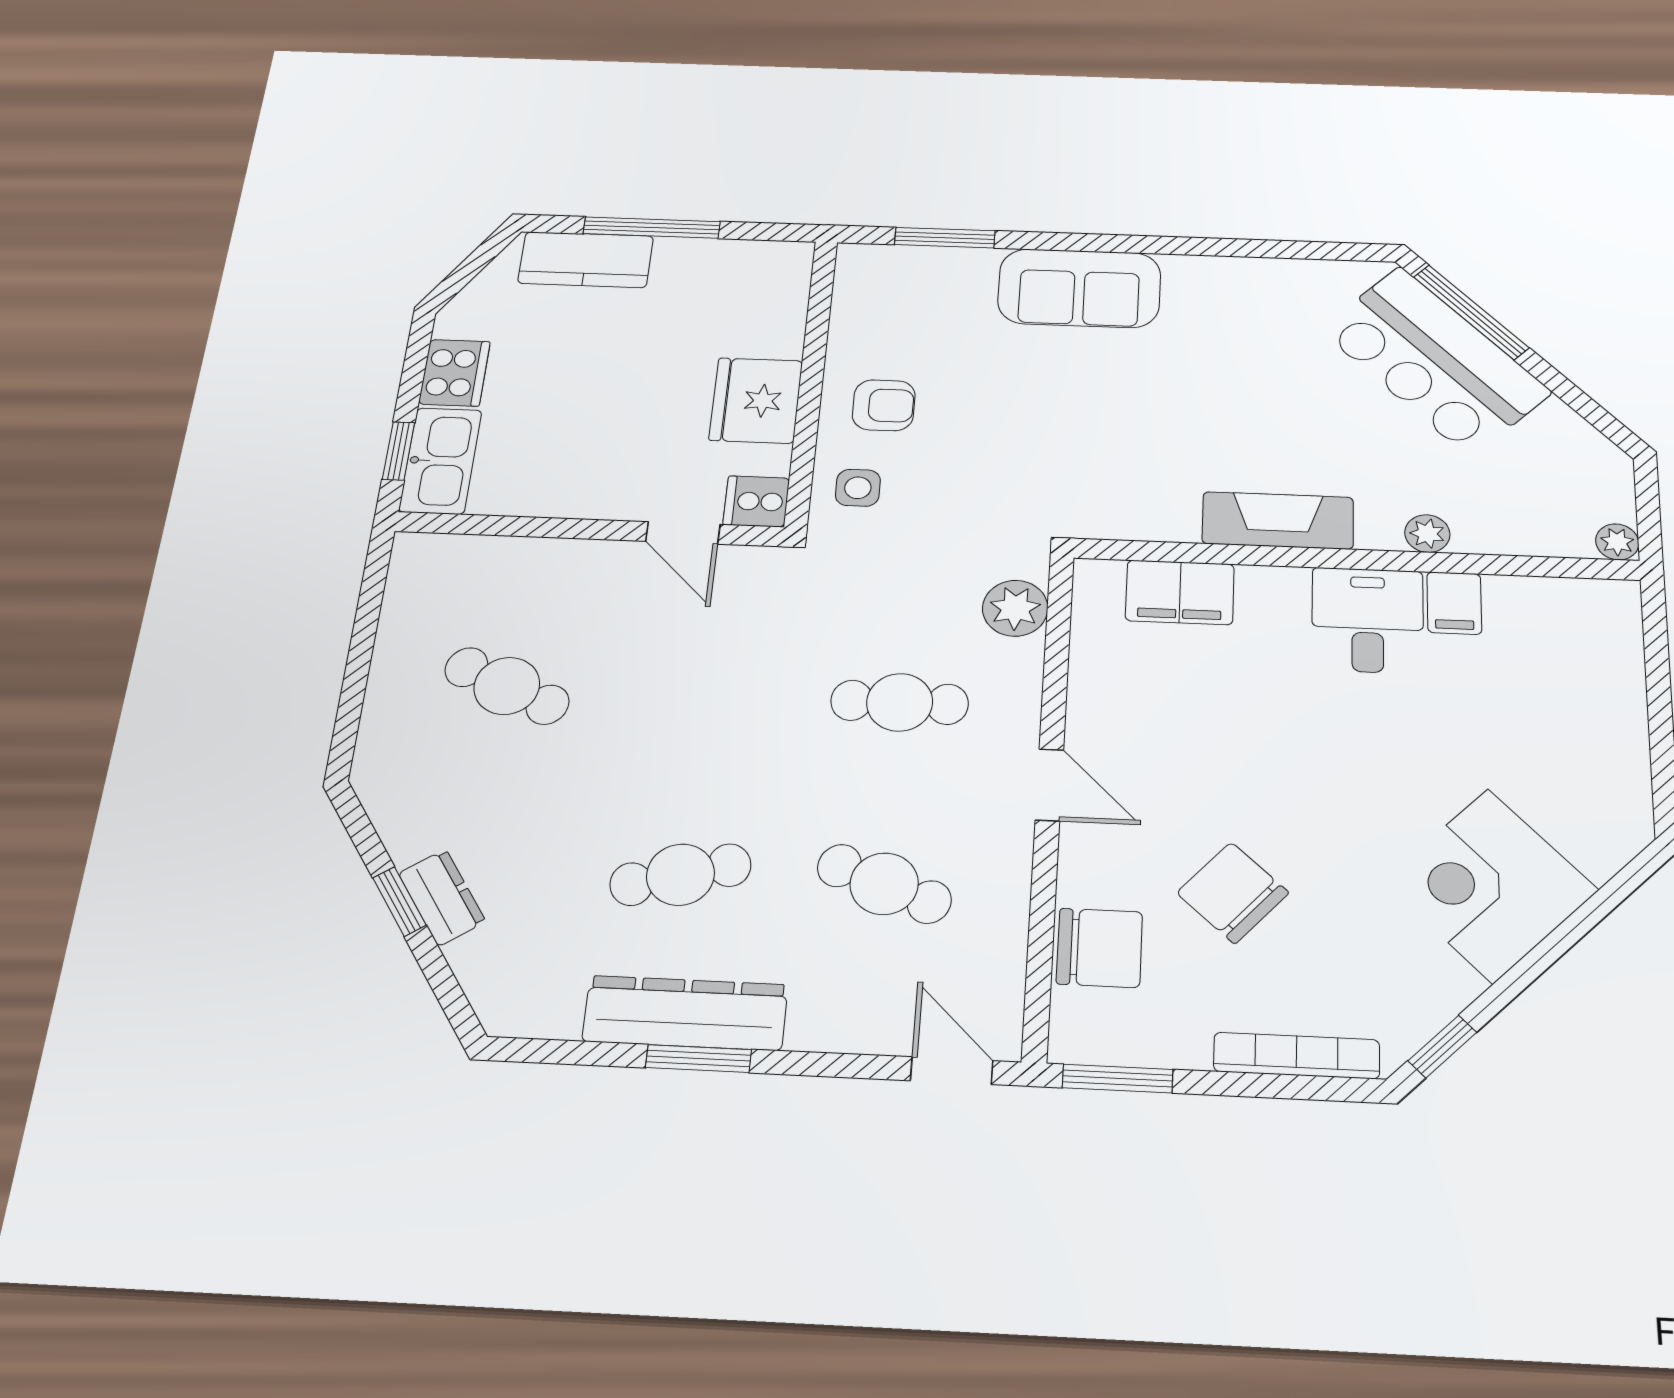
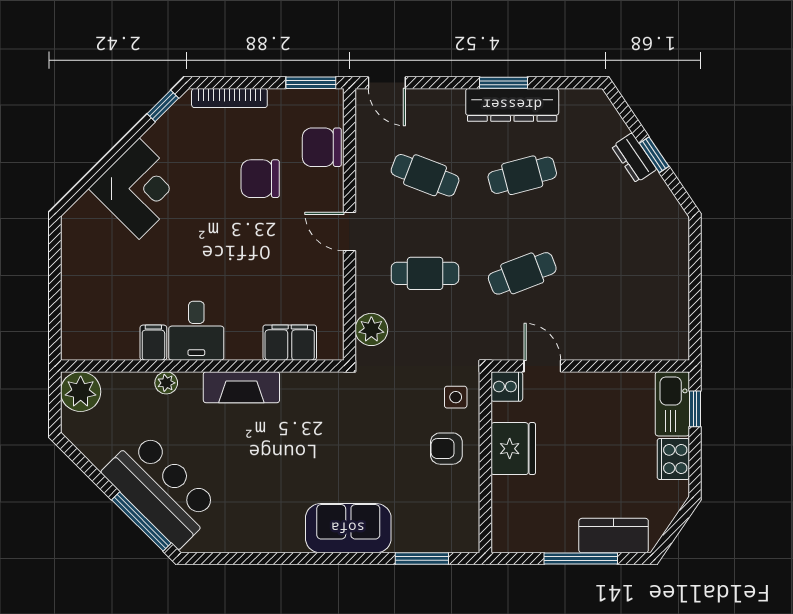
plant: (1617, 542) -> (81, 392), width x1.87, depth x1.87
cafe table: (507, 686) -> (522, 273), moved, turned -45
chair: (1233, 893) -> (260, 179), turned 138

